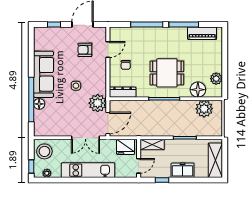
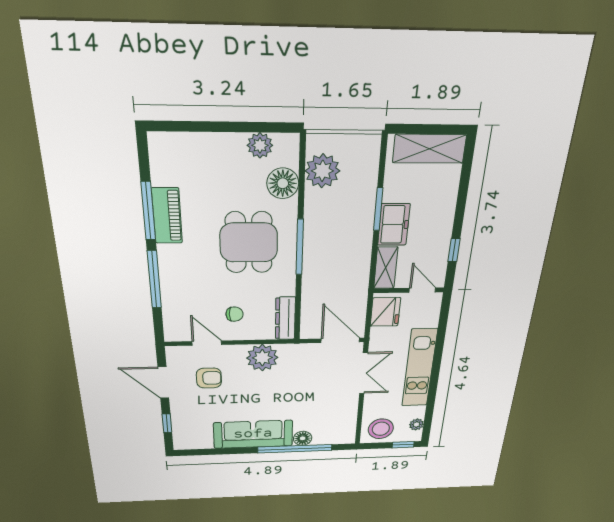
piano: (202, 33) -> (167, 216), moved
armchair: (85, 50) -> (209, 378), turned -90
side table: (76, 86) -> (273, 389), removed
plant: (98, 103) -> (262, 358), moved
freezer: (182, 170) -> (394, 225), moved, turned 180

